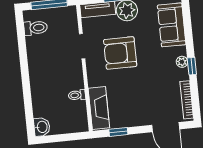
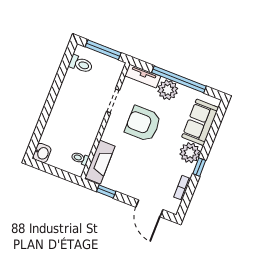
plant: (182, 62) -> (190, 153), width x1.87, depth x1.87
toilet: (77, 95) -> (80, 158), moved
bookcase: (187, 100) -> (182, 188), width x0.64

